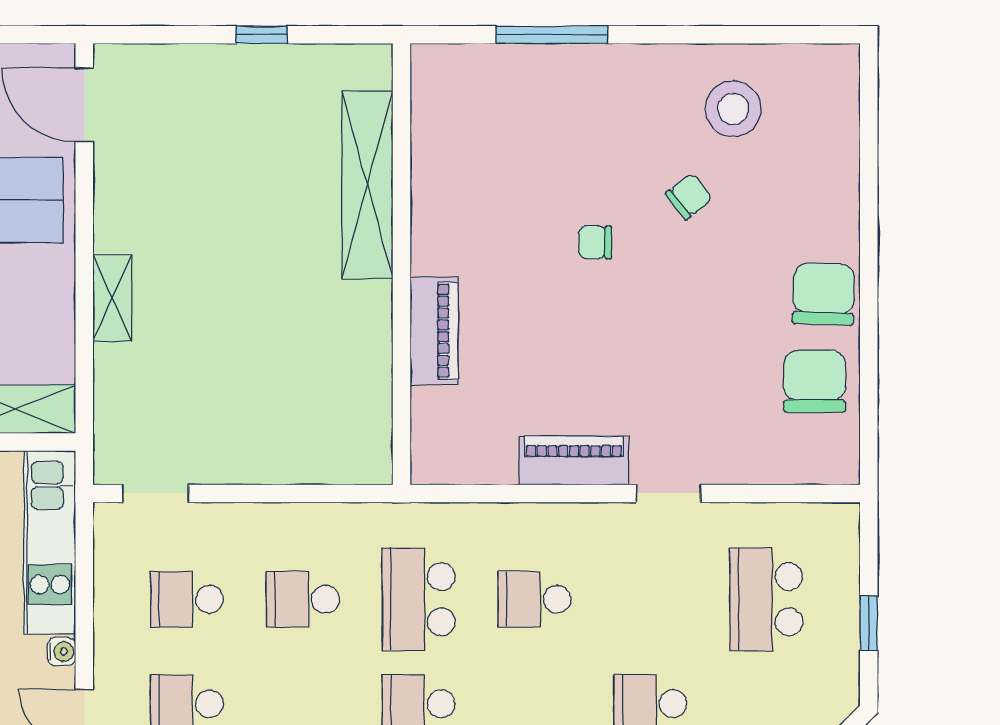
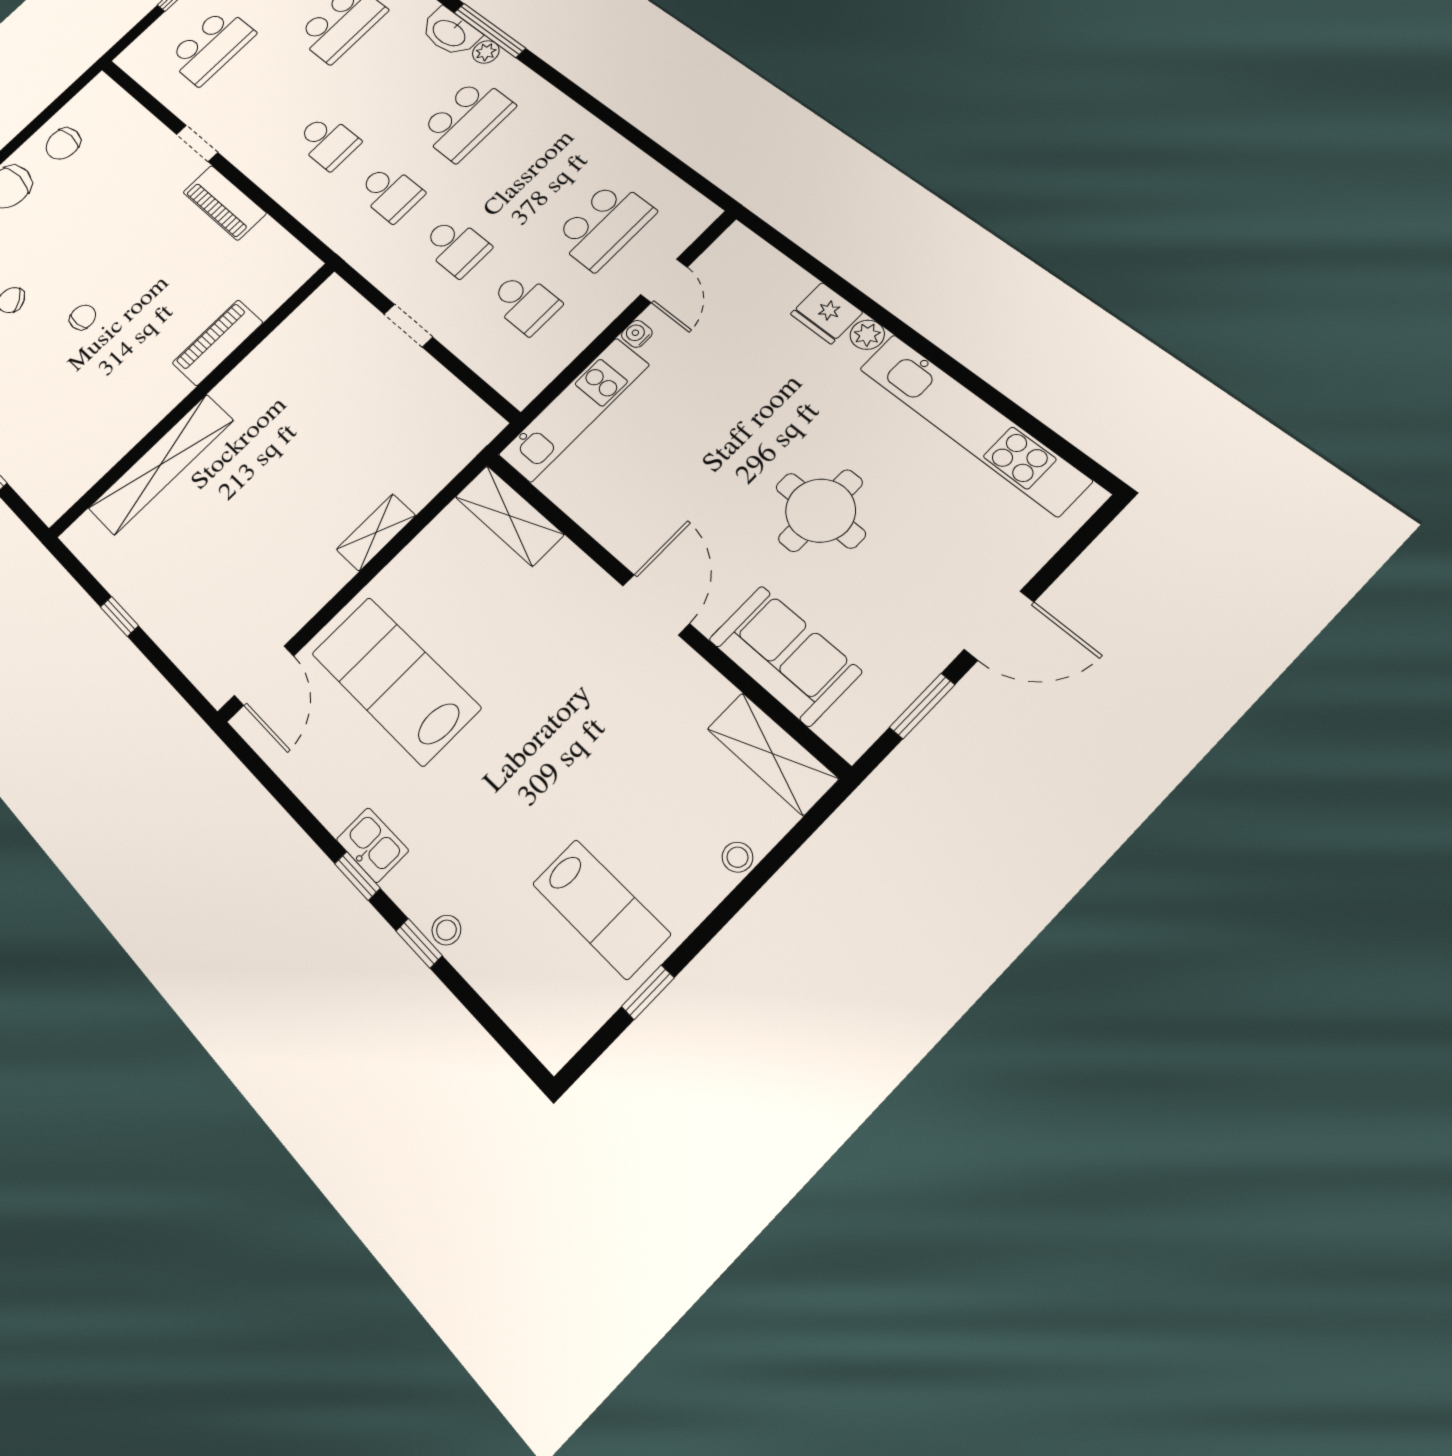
chair: (595, 242) -> (83, 317), turned -95
chair: (815, 381) -> (63, 144), width x0.73, depth x0.73
doorway: (155, 493) -> (408, 326), moved
school desk: (419, 599) -> (390, 193), width x0.54

